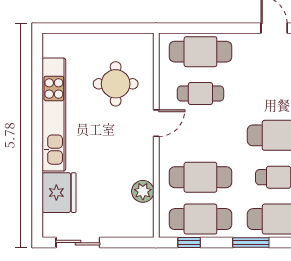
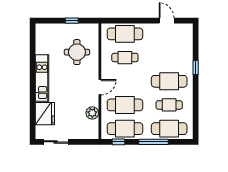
window: (107, 28) -> (72, 21), added
kitchen unit: (54, 114) -> (42, 78), width x0.73
door: (156, 123) -> (100, 87), moved
window: (251, 243) -> (153, 142), width x1.44

